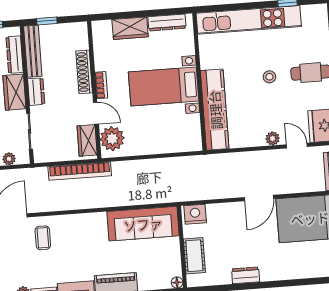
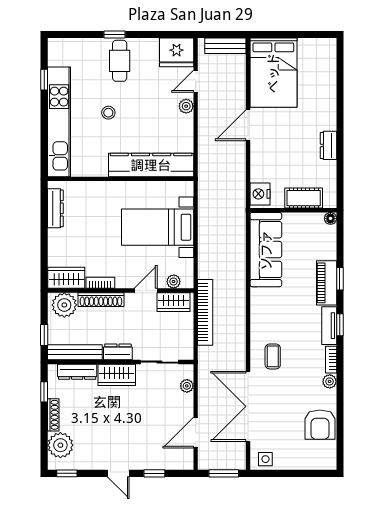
wardrobe: (130, 28) -> (66, 278), moved, turned -90
plant: (77, 38) -> (64, 305), added
stool: (269, 77) -> (108, 113), moved
bookcase: (101, 85) -> (100, 283), moved
bed with nightstands: (164, 86) -> (158, 227), moved, turned 90
plant: (112, 139) -> (174, 281), width x0.53, depth x0.53
door: (259, 198) -> (248, 125), swing flipped
coffee table: (43, 238) -> (273, 356), turned 90

